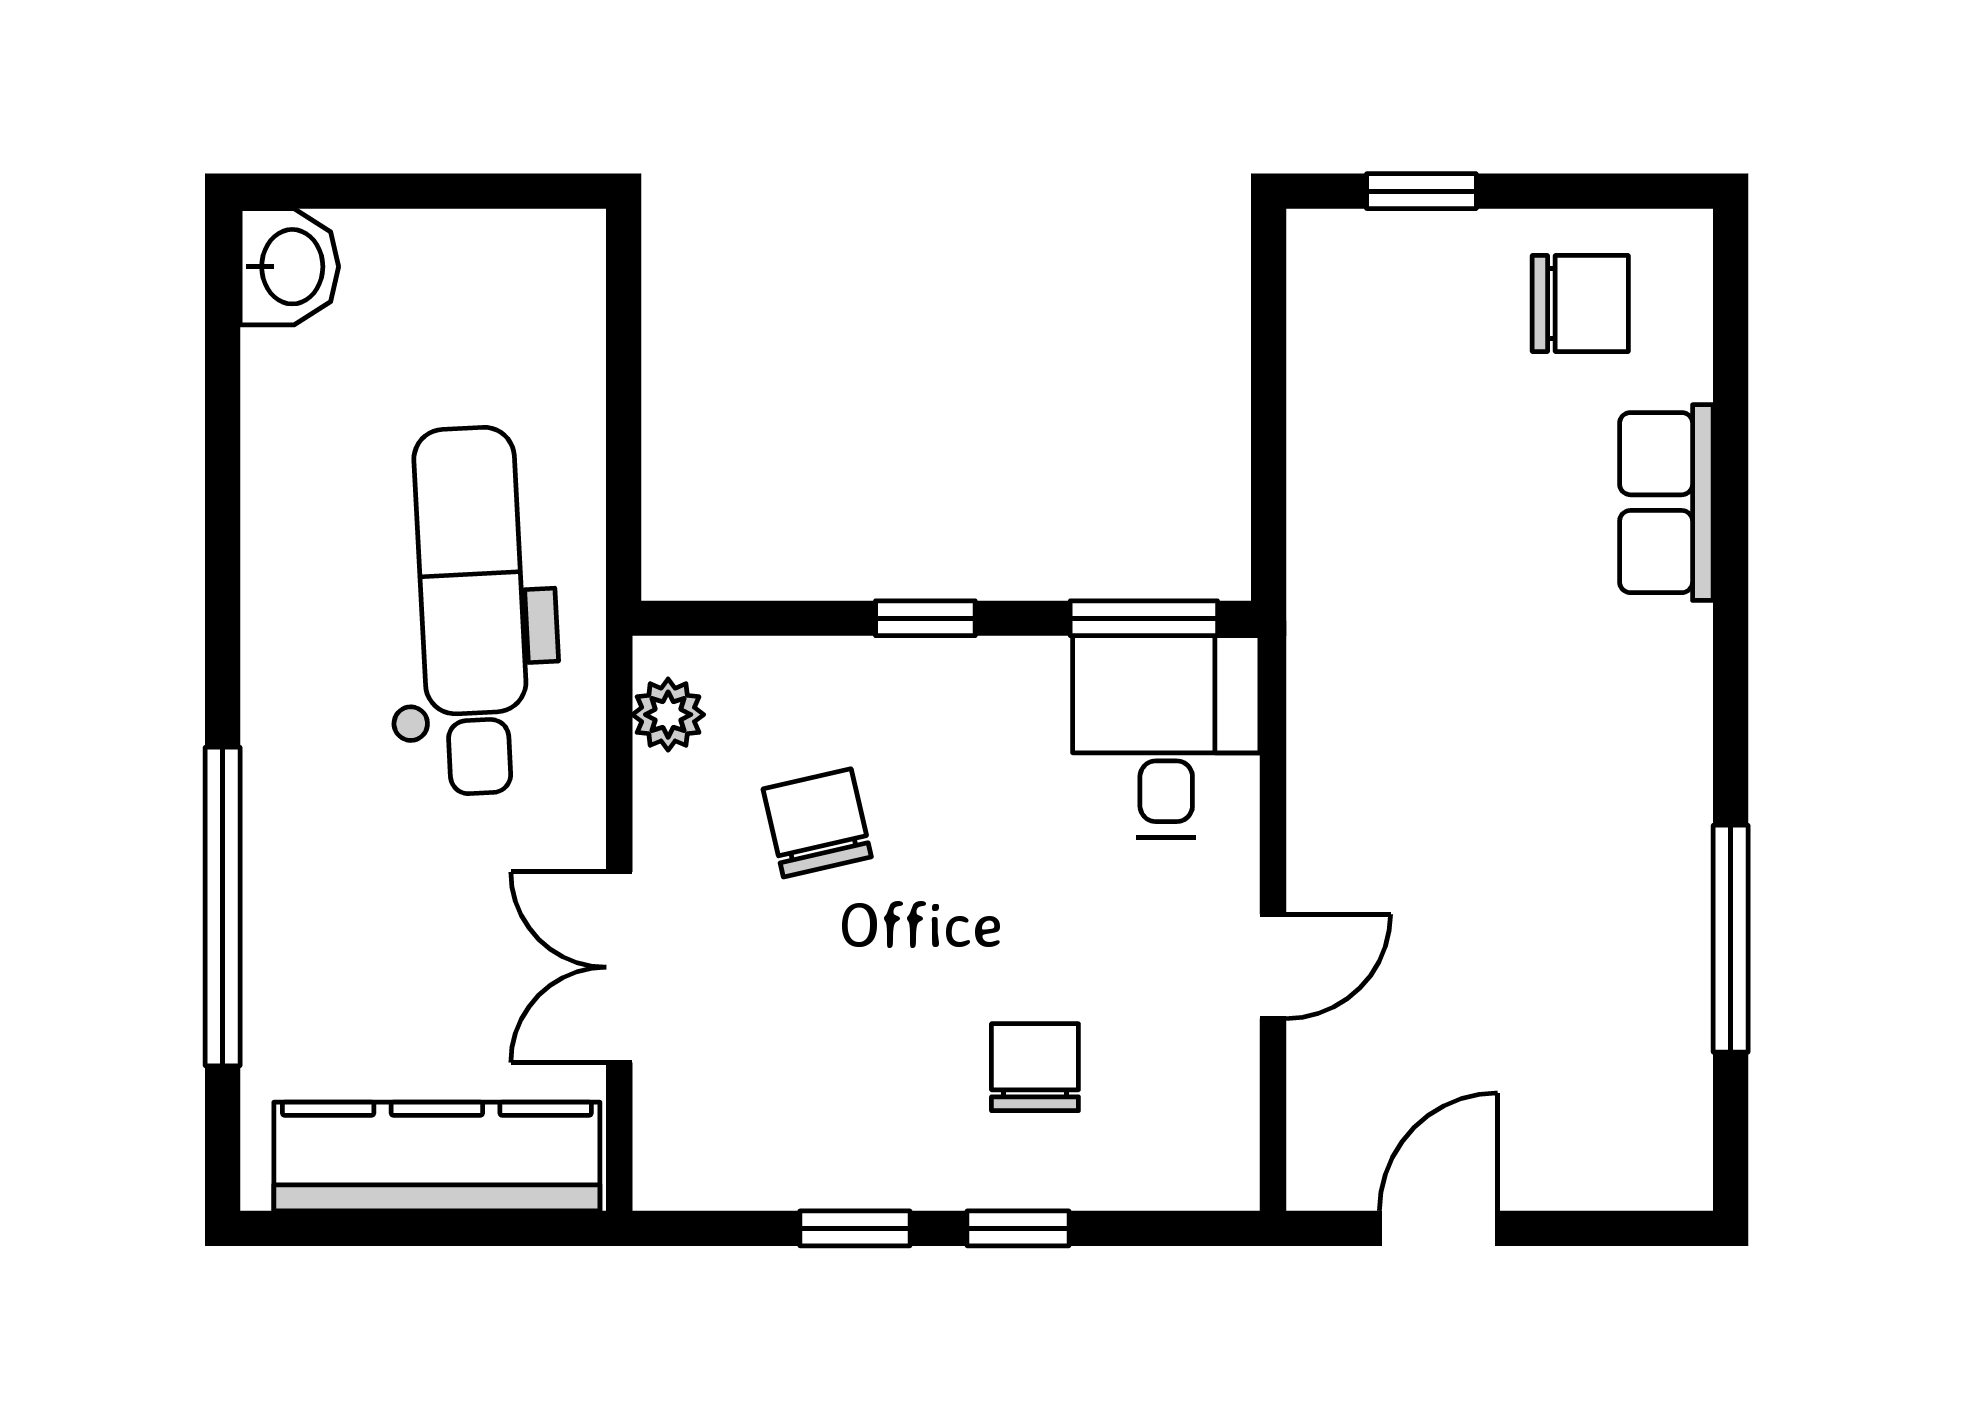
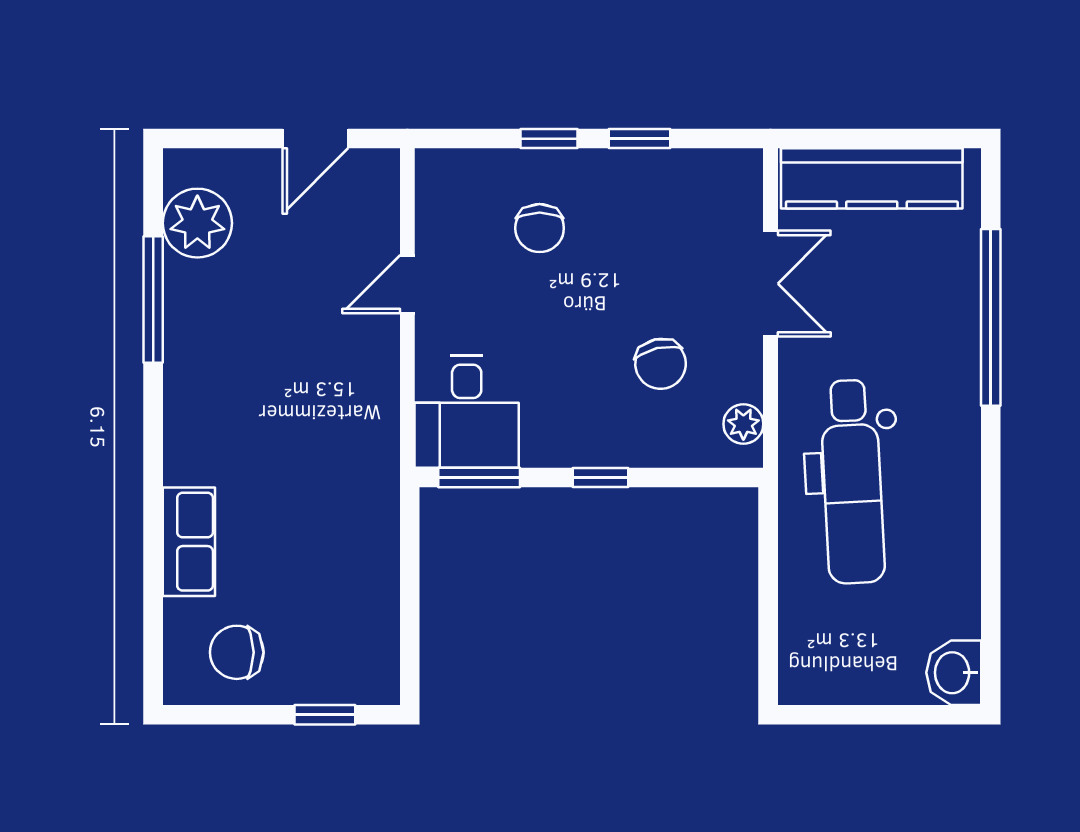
plant: (1651, 1076) -> (197, 223), added

